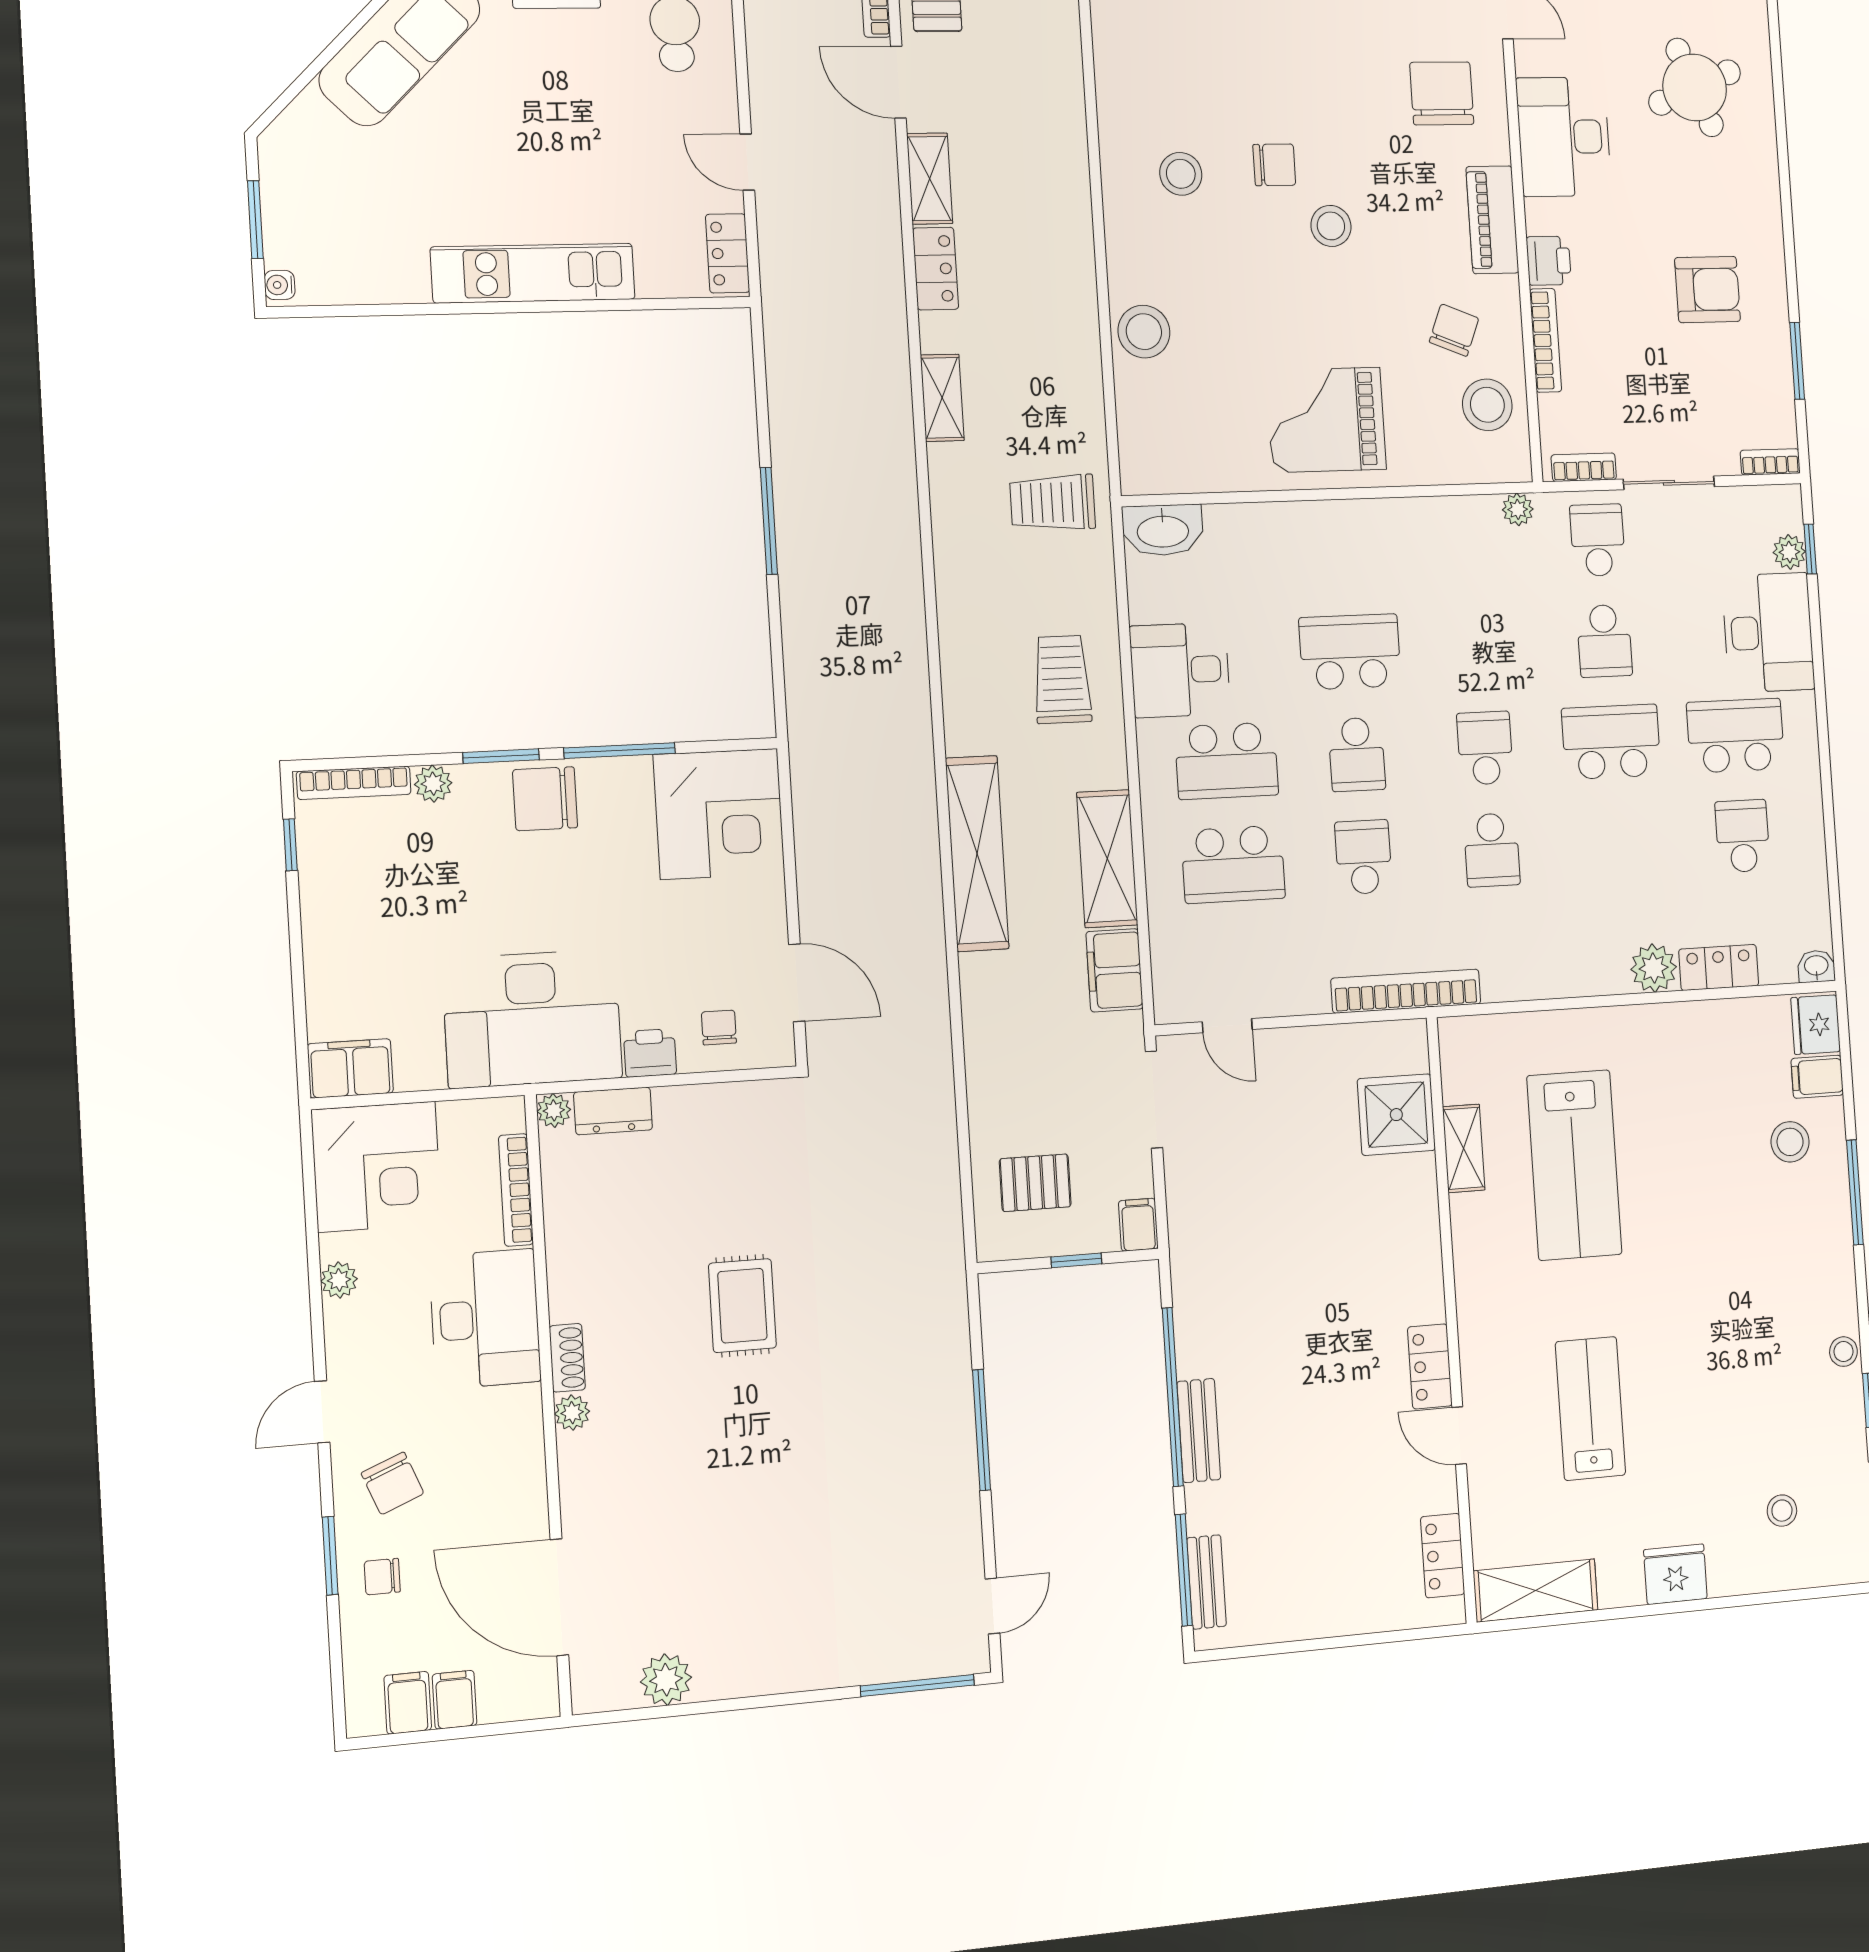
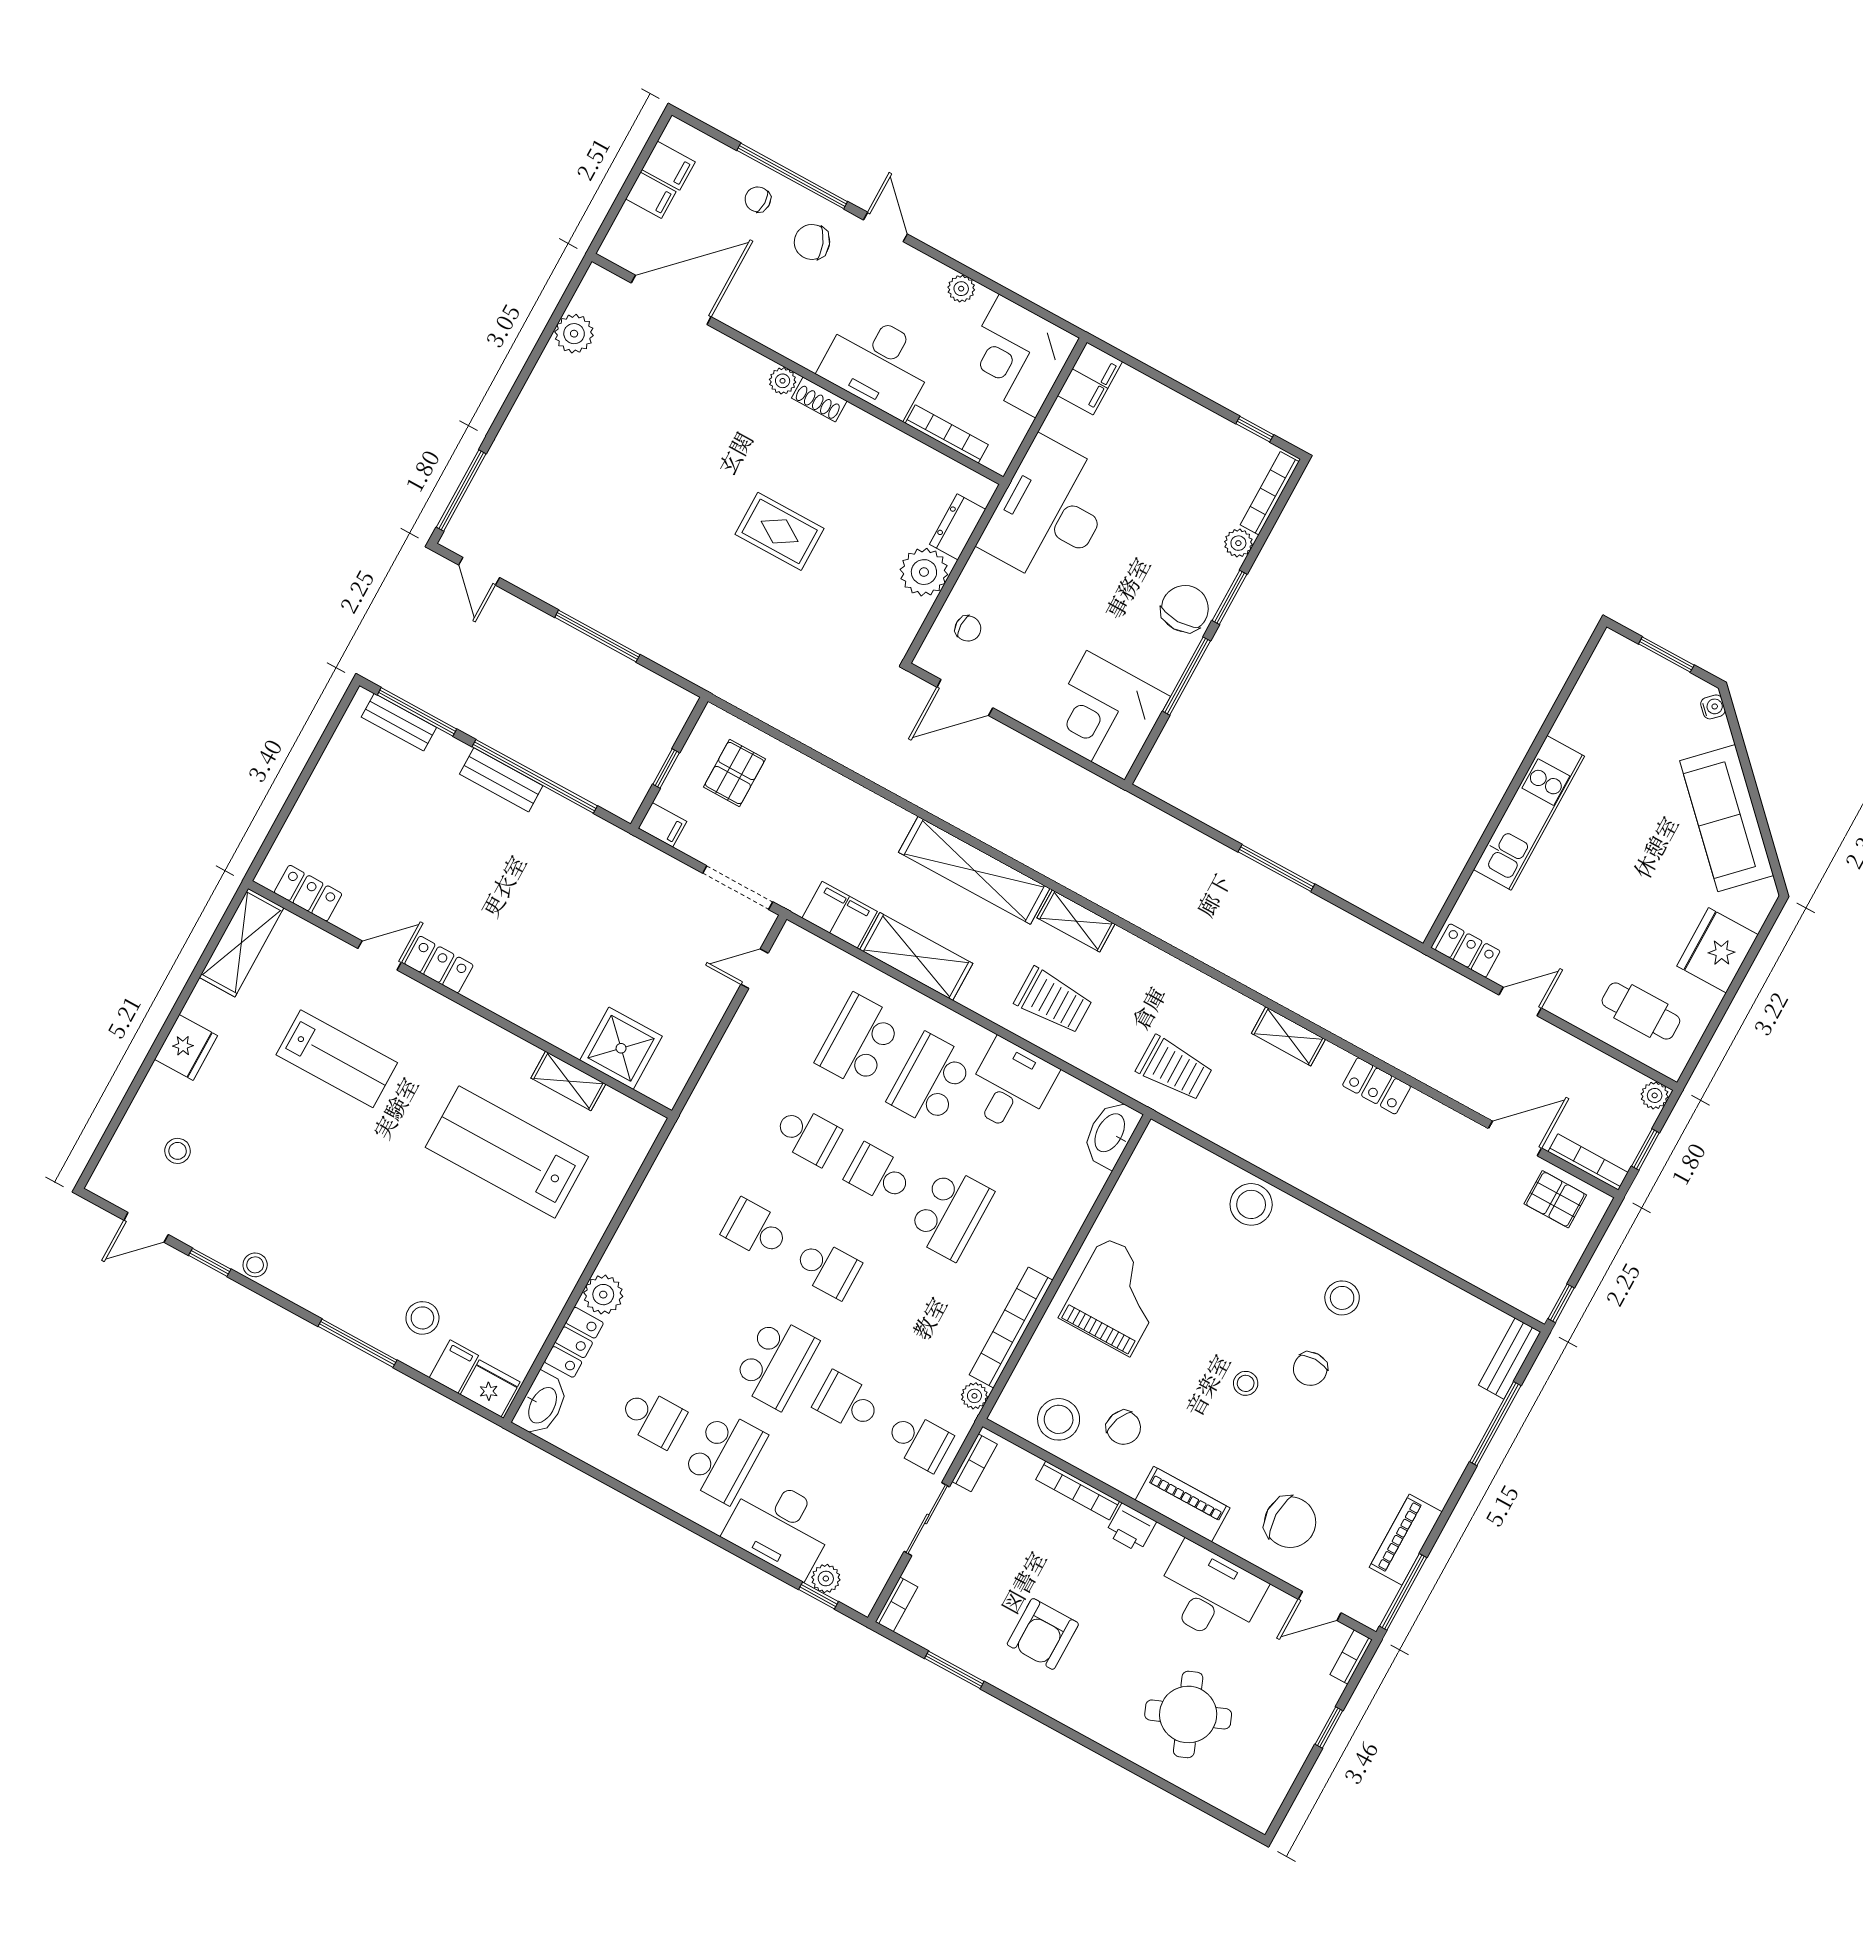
shelving: (930, 179) -> (1076, 921), moved
stool: (1331, 226) -> (1246, 1383), width x0.73, depth x0.73
water cooler: (280, 285) -> (1713, 707), moved, turned 45
trolley: (1053, 502) -> (1174, 1068), turned 90
washbasin: (1816, 966) -> (542, 1405), width x1.91, depth x1.45
bookcase: (1406, 991) -> (1011, 1327), moved, turned 180
printer: (650, 1053) -> (980, 574), removed
plant: (554, 1110) -> (924, 572), moved, width x1.88, depth x1.88
window: (330, 1556) -> (792, 176), width x2.11
chair: (382, 1577) -> (758, 199), turned -90

